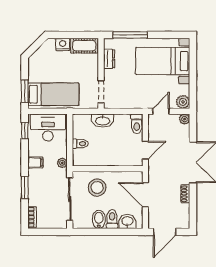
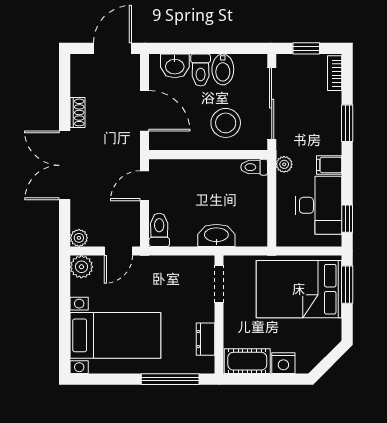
bed: (53, 94) -> (299, 289), width x1.50
desk: (48, 128) -> (319, 205), moved, turned -90
toilet: (80, 144) -> (254, 167), moved
window: (49, 232) -> (306, 48), added

